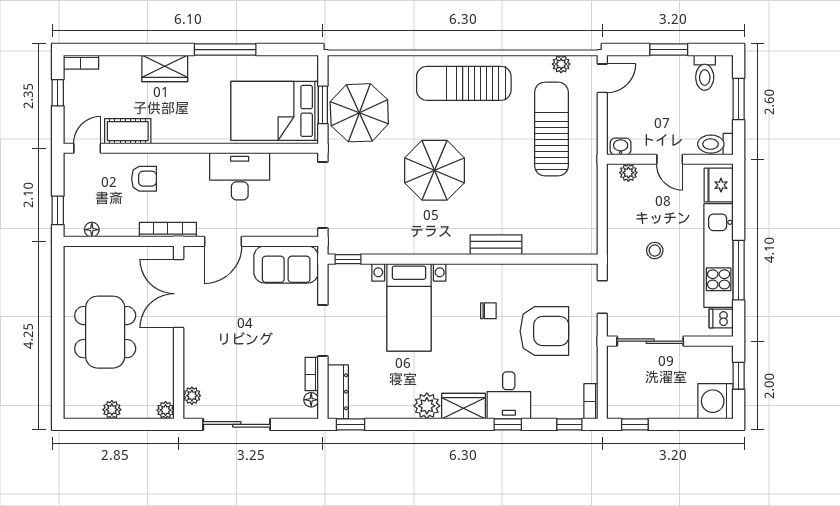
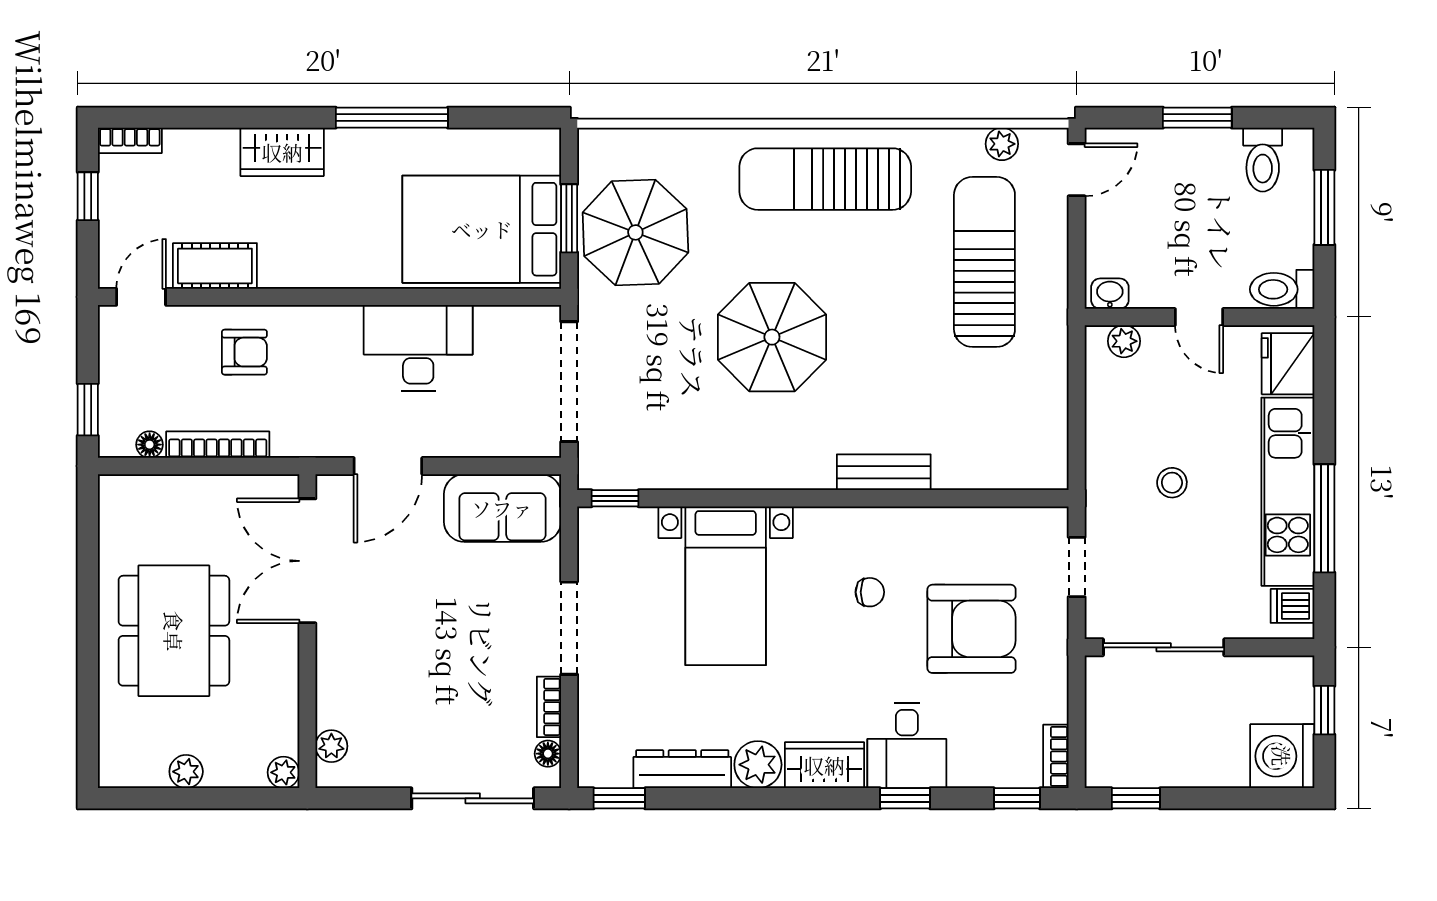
bookcase: (168, 230) -> (218, 445), moved
dresser: (338, 392) -> (682, 769), moved, turned -90
sliding door: (237, 424) -> (473, 798), moved

